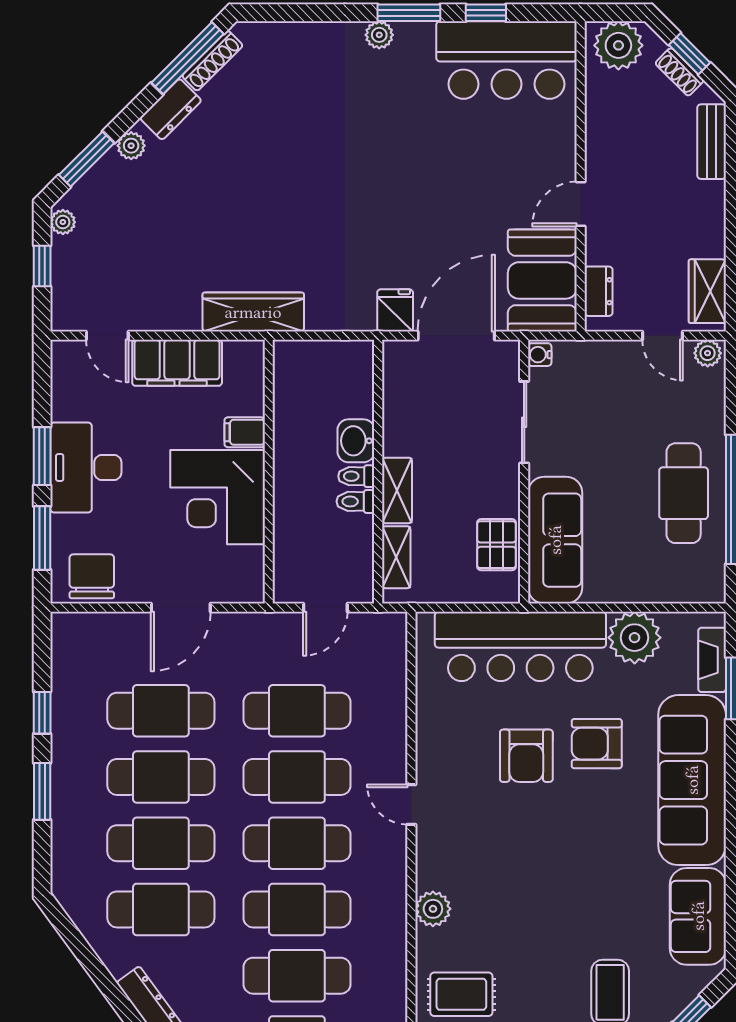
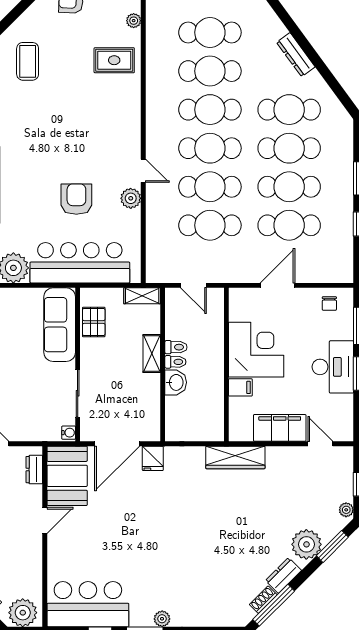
shoe rack: (212, 61) -> (263, 600), width x0.70
plant: (131, 146) -> (306, 544), width x1.88, depth x1.88
shelving: (396, 557) -> (142, 296), moved, turned 90
chair: (92, 576) -> (329, 304), width x0.54, depth x0.54
door: (325, 608) -> (193, 285), swing flipped
armchair: (597, 744) -> (35, 206), removed
plant: (433, 909) -> (131, 198), moved

